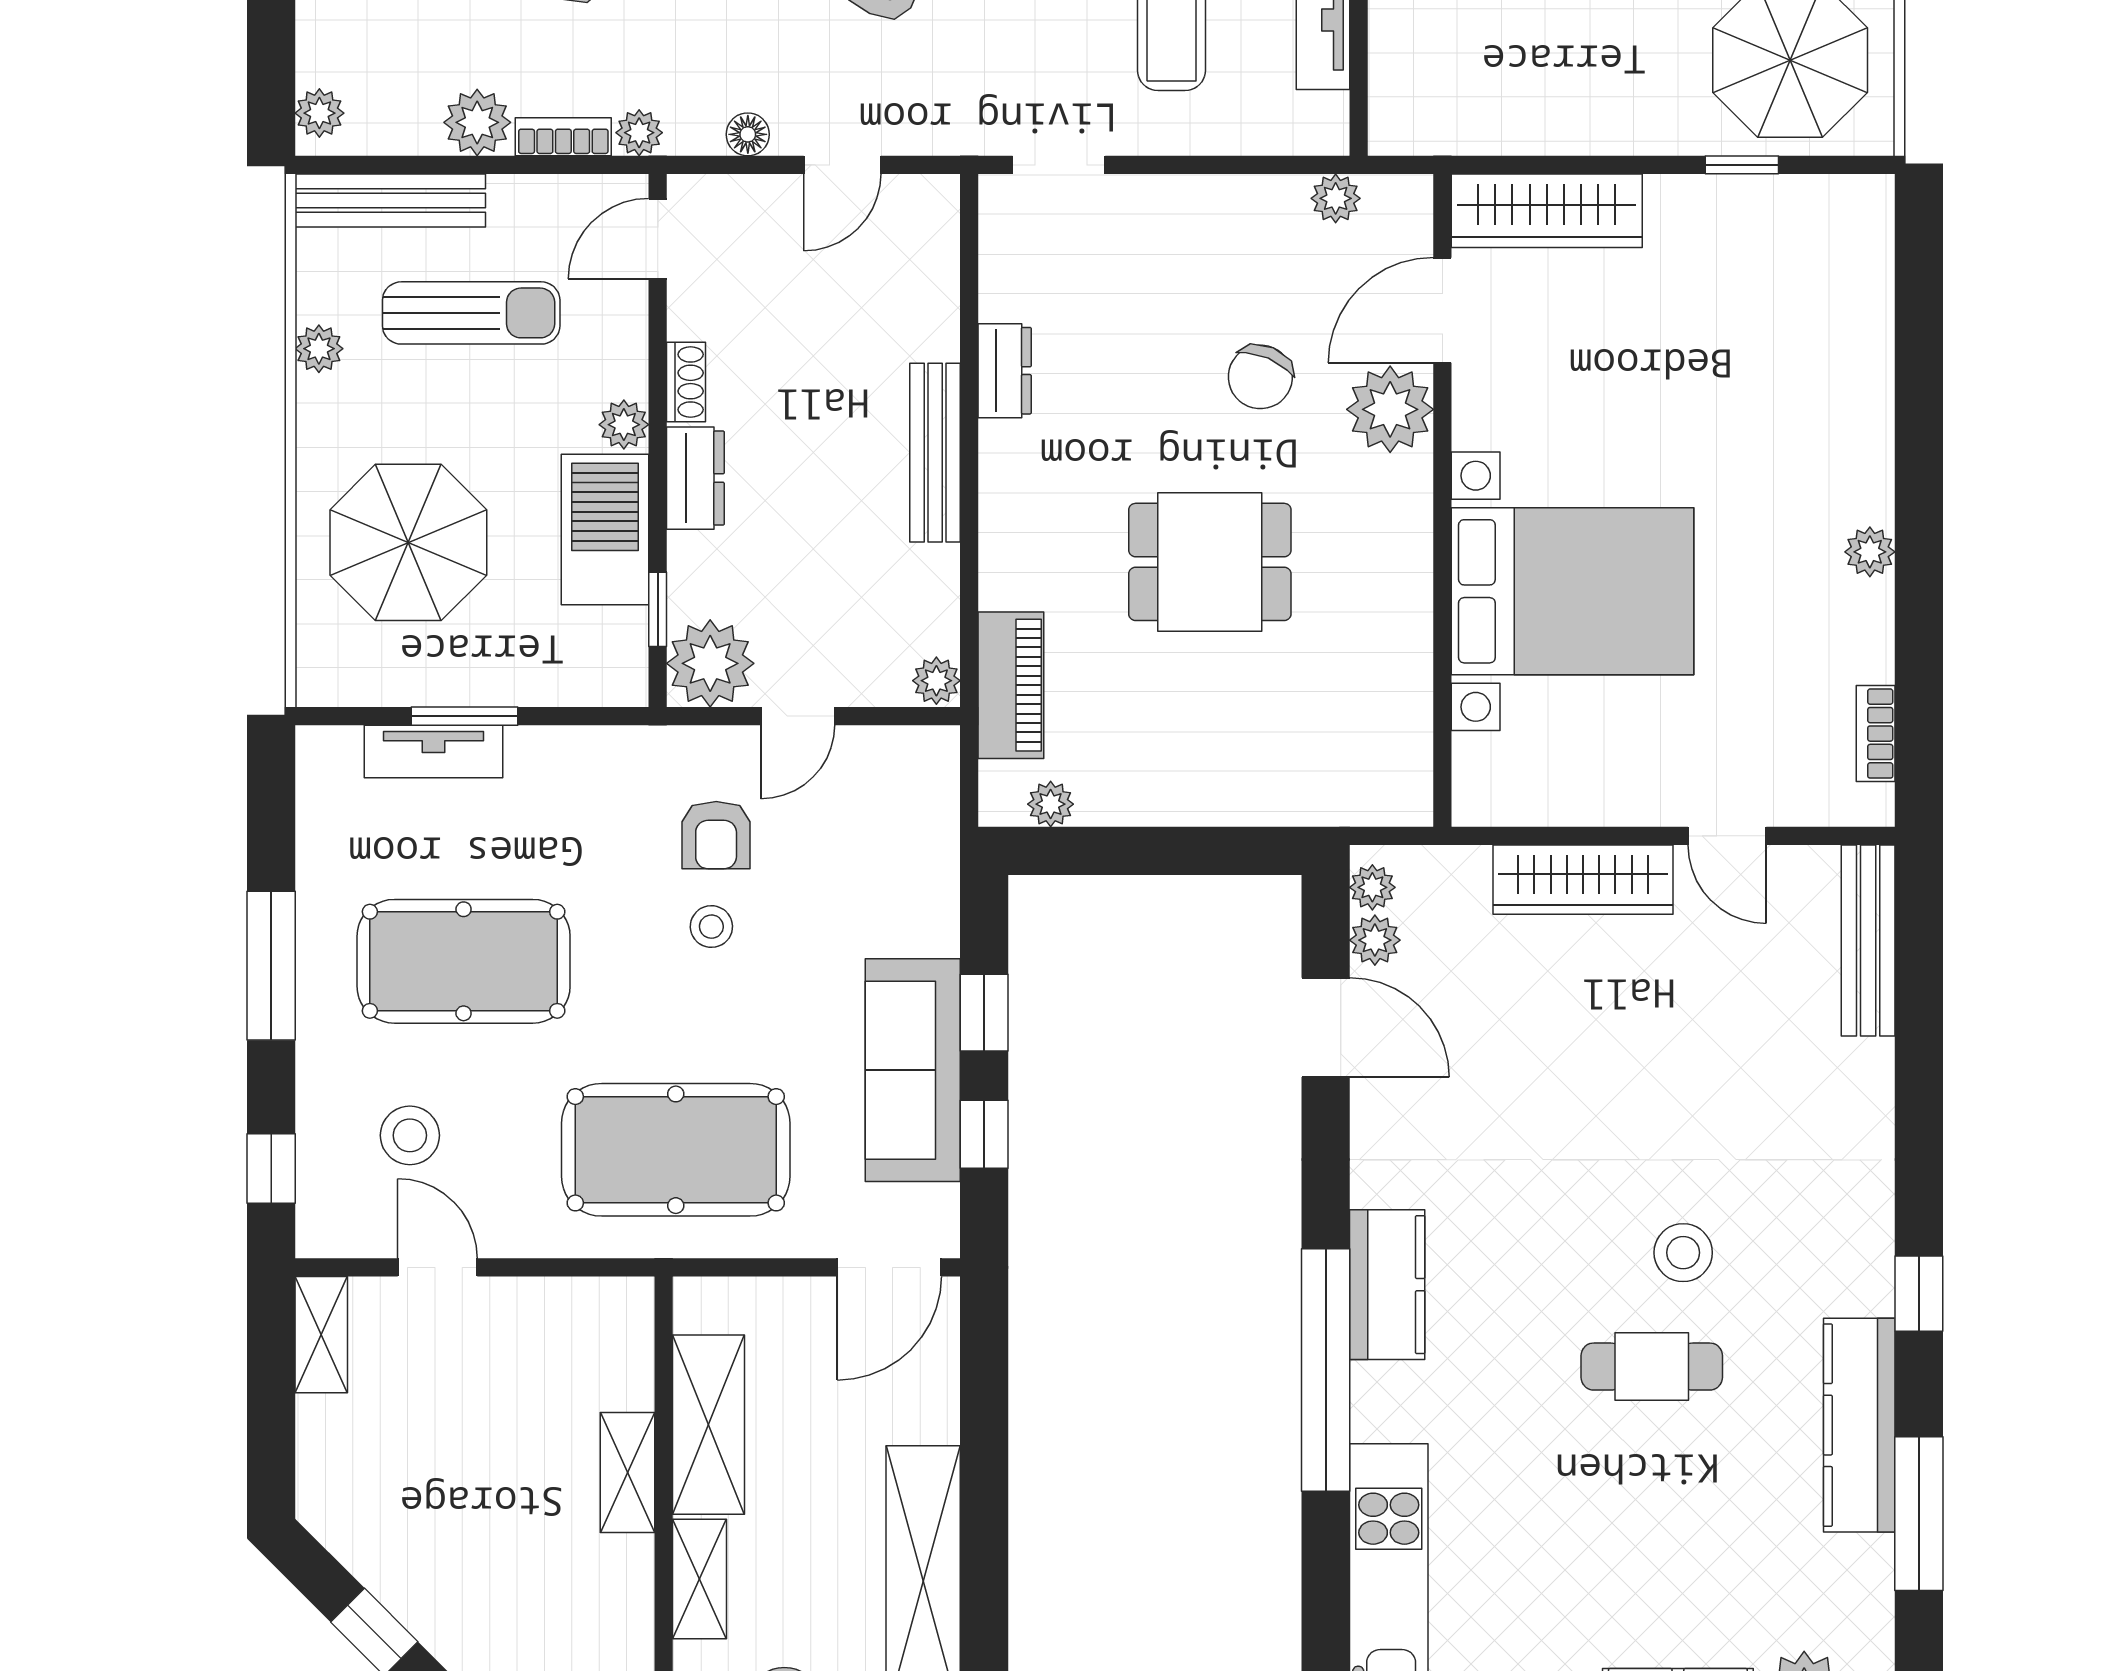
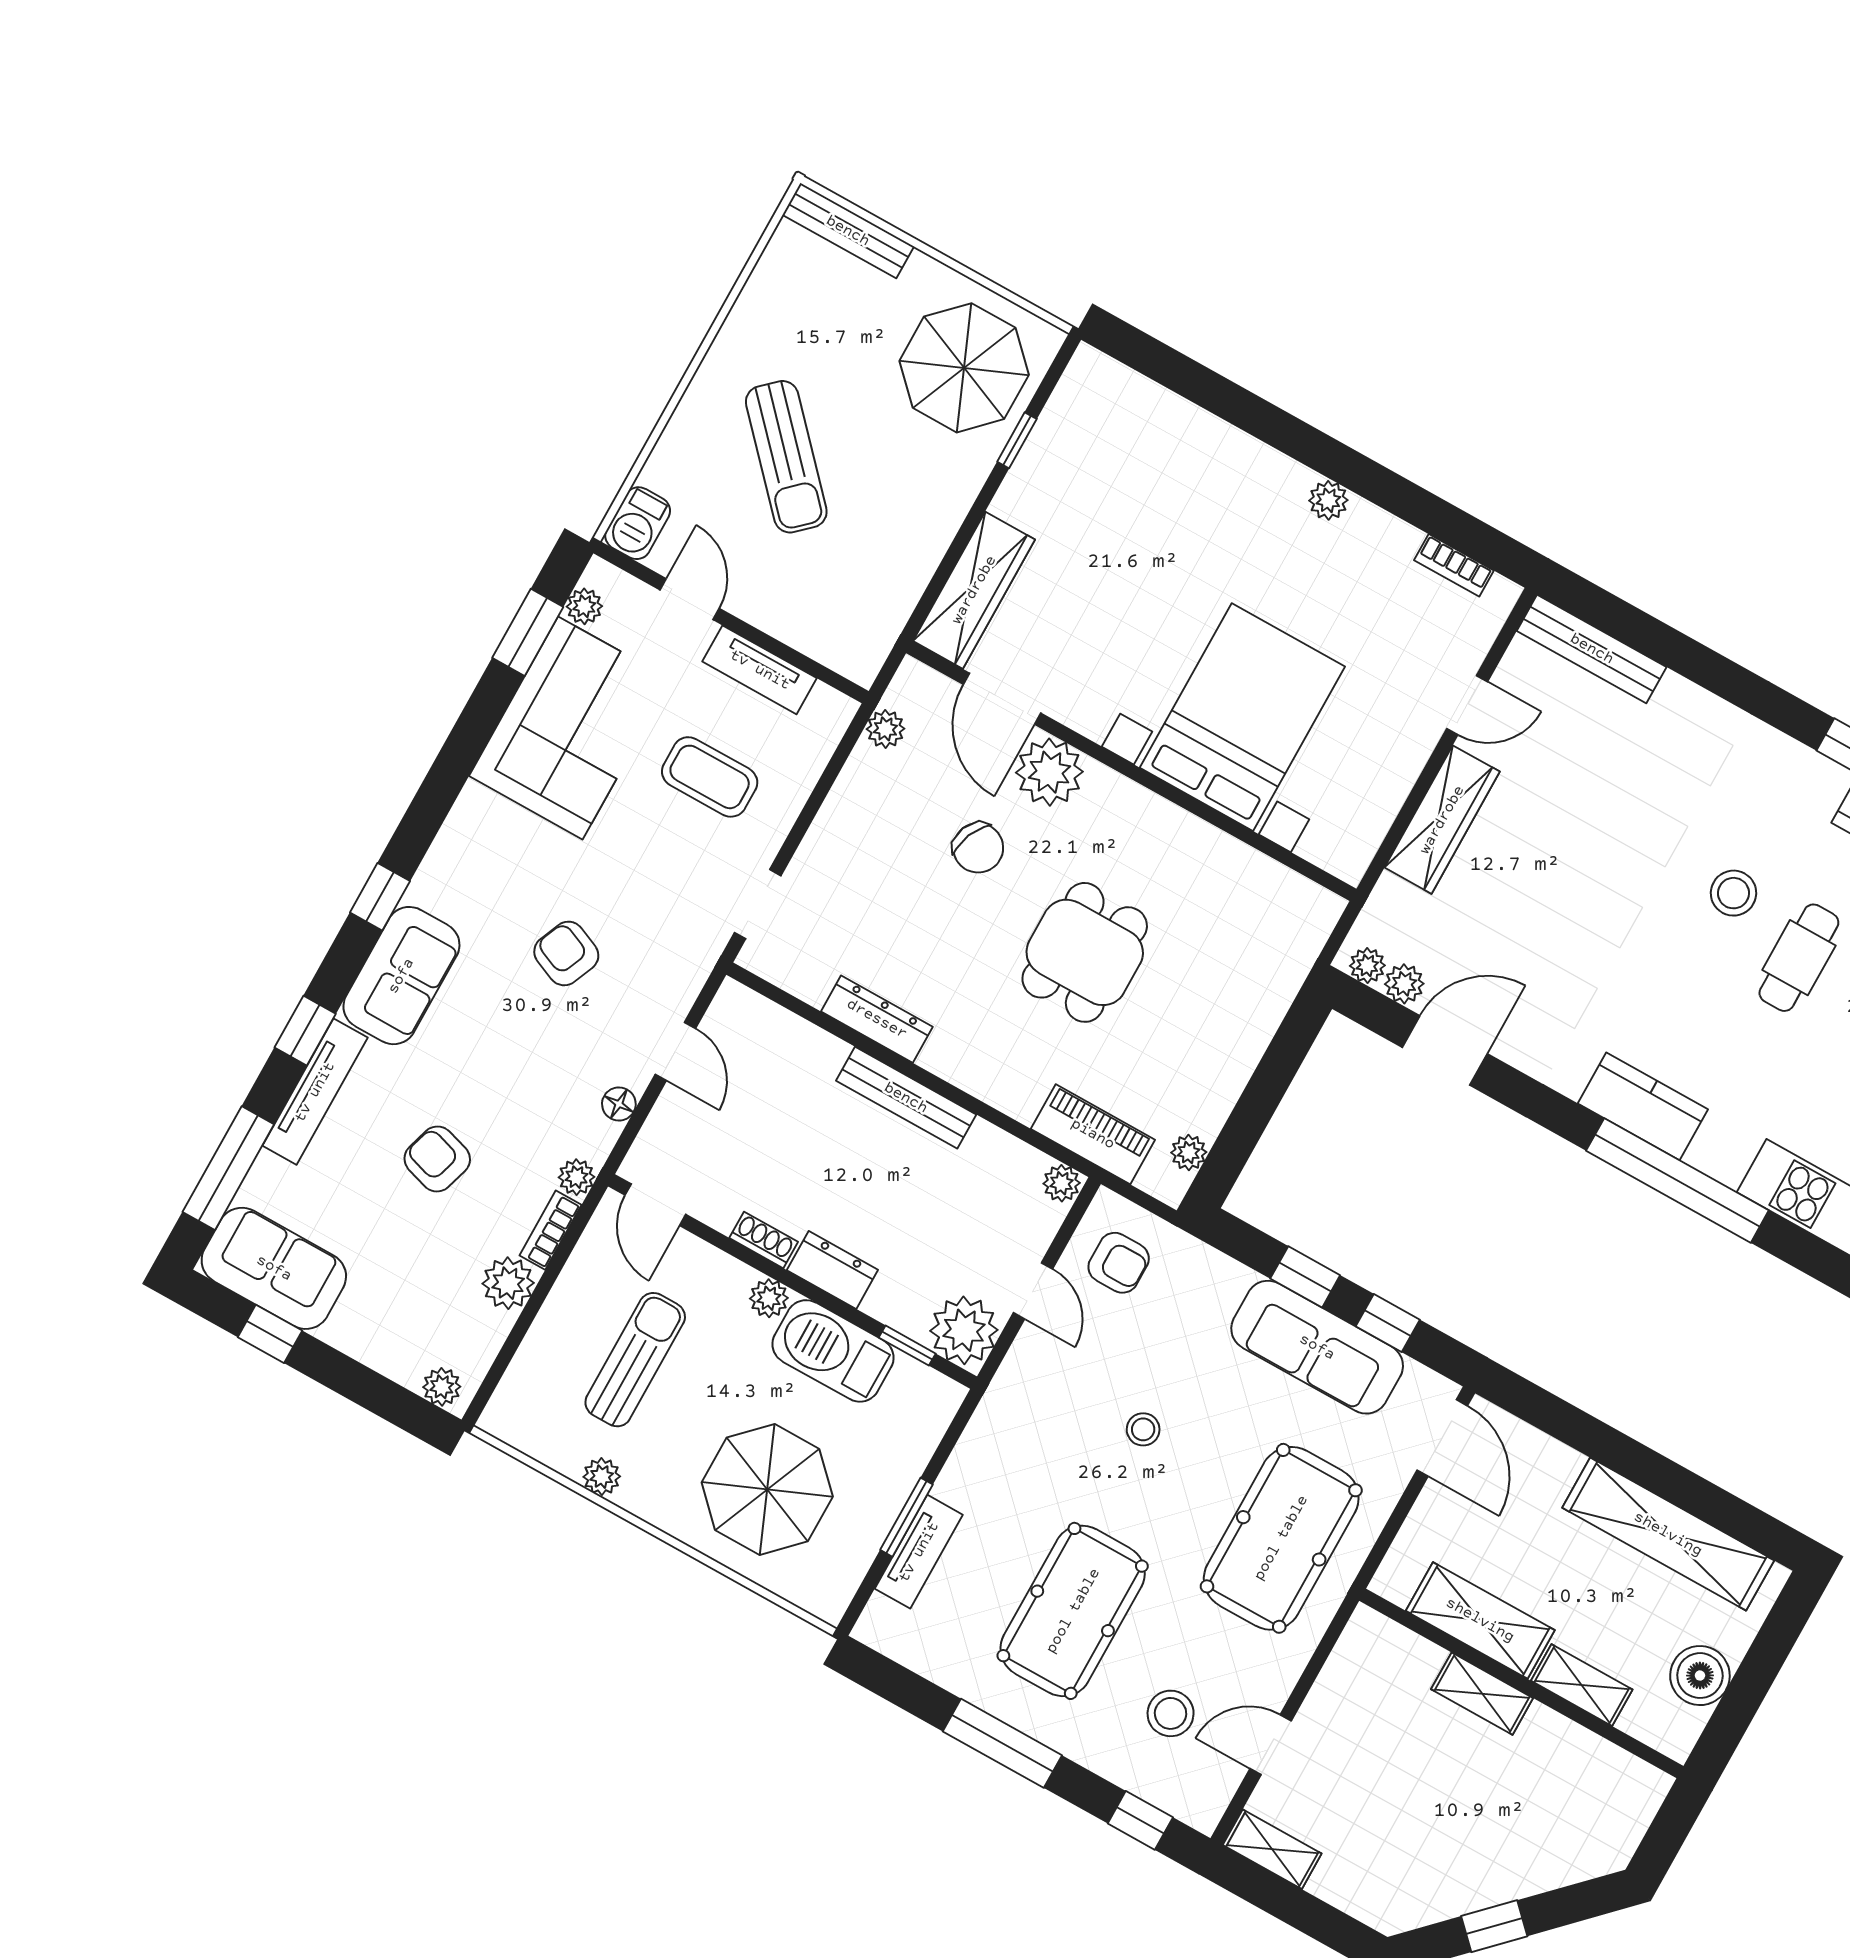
bench: (390, 200) -> (528, 1372), removed
dresser: (1005, 371) -> (877, 1019), width x1.44
armchair: (716, 835) -> (1119, 1263), moved

